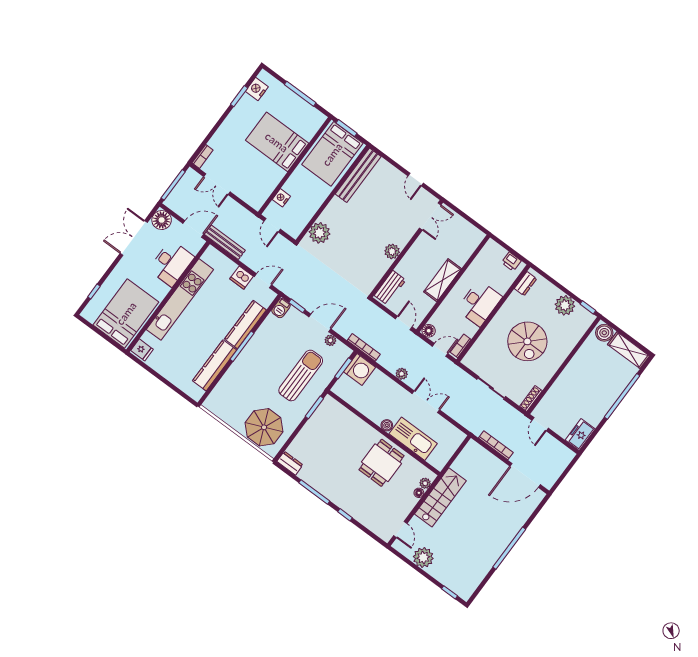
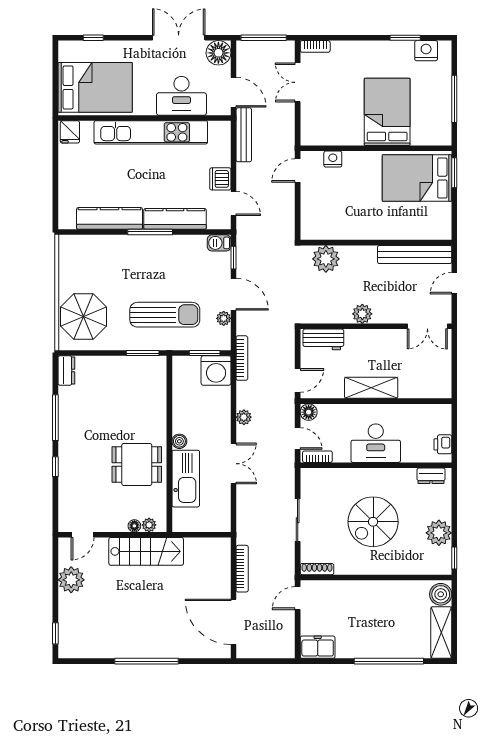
bench: (358, 175) -> (415, 255), moved
wall: (333, 194) -> (376, 243), moved
plant: (319, 233) -> (326, 259), moved

